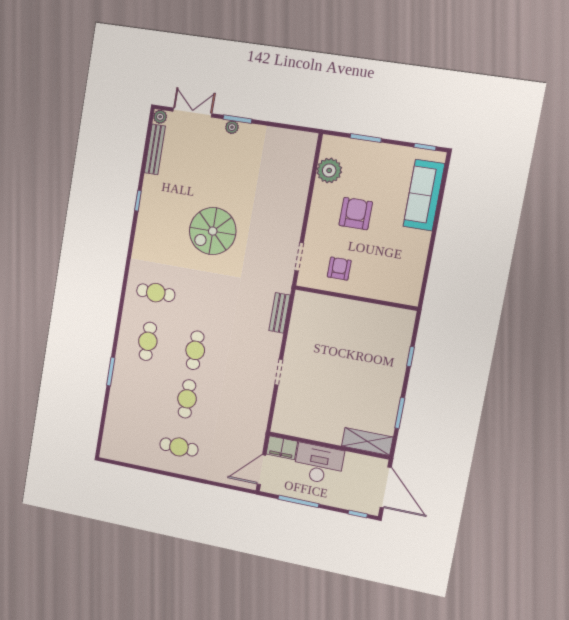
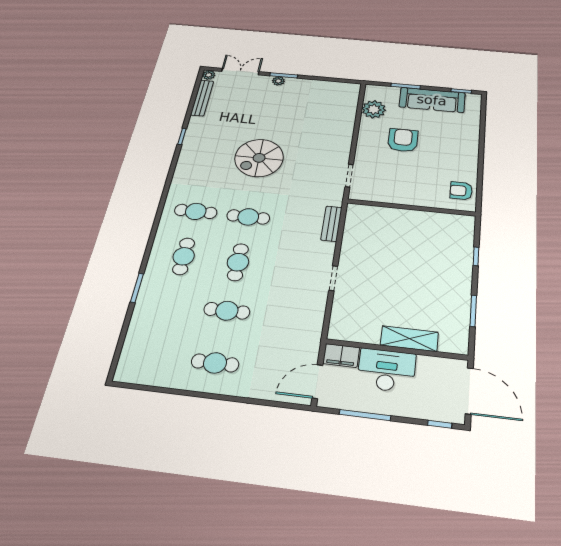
sofa: (424, 195) -> (432, 100), moved, turned -90
armchair: (339, 269) -> (461, 191), moved, turned -90
cafe table: (203, 301) -> (248, 217), added
cafe table: (187, 399) -> (227, 311), turned 90
shelving: (367, 442) -> (409, 339), moved

